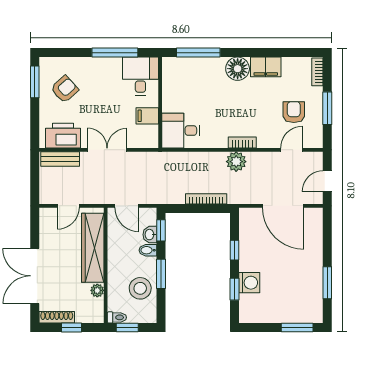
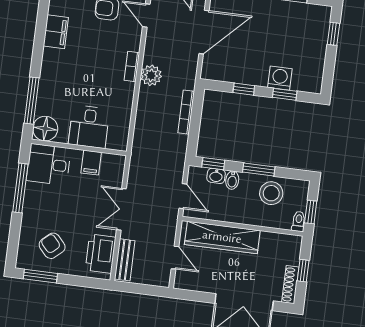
floor lamp: (238, 69) -> (45, 129), moved
desk: (181, 131) -> (89, 127), moved
door: (127, 206) -> (183, 196), hinge flipped
plant: (97, 290) -> (268, 239), removed
window: (297, 328) -> (334, 34), width x0.67

